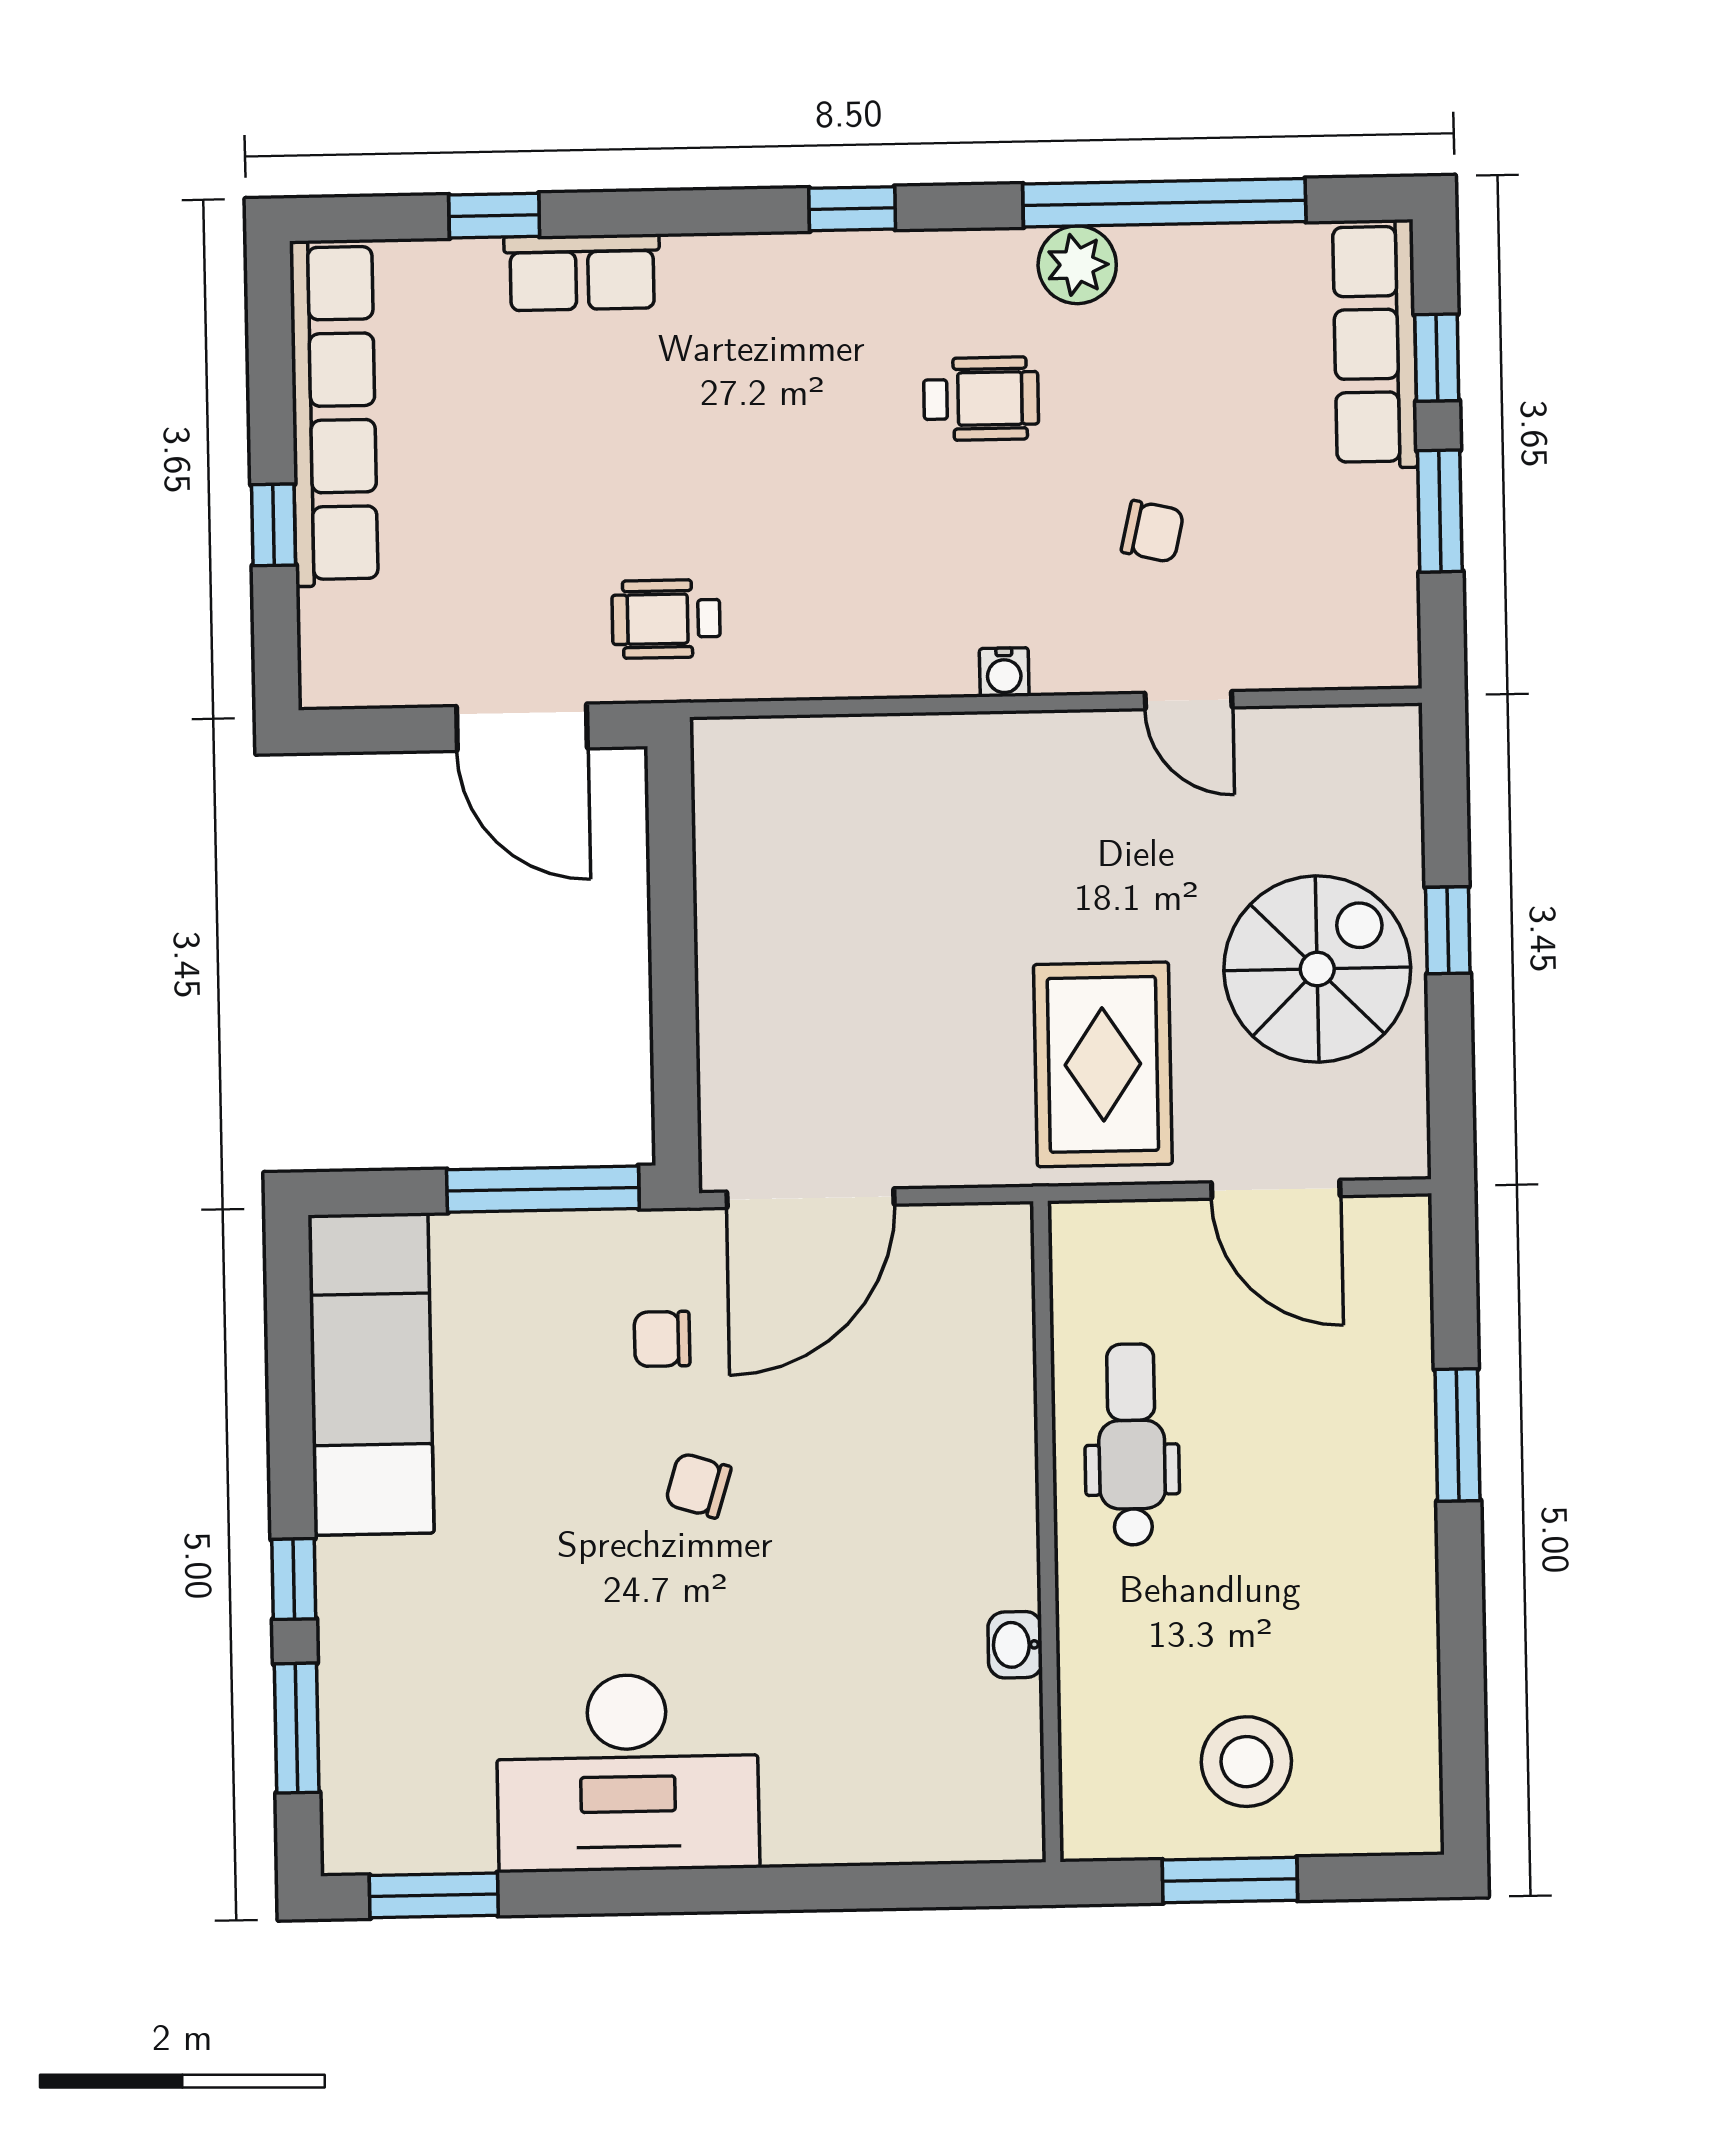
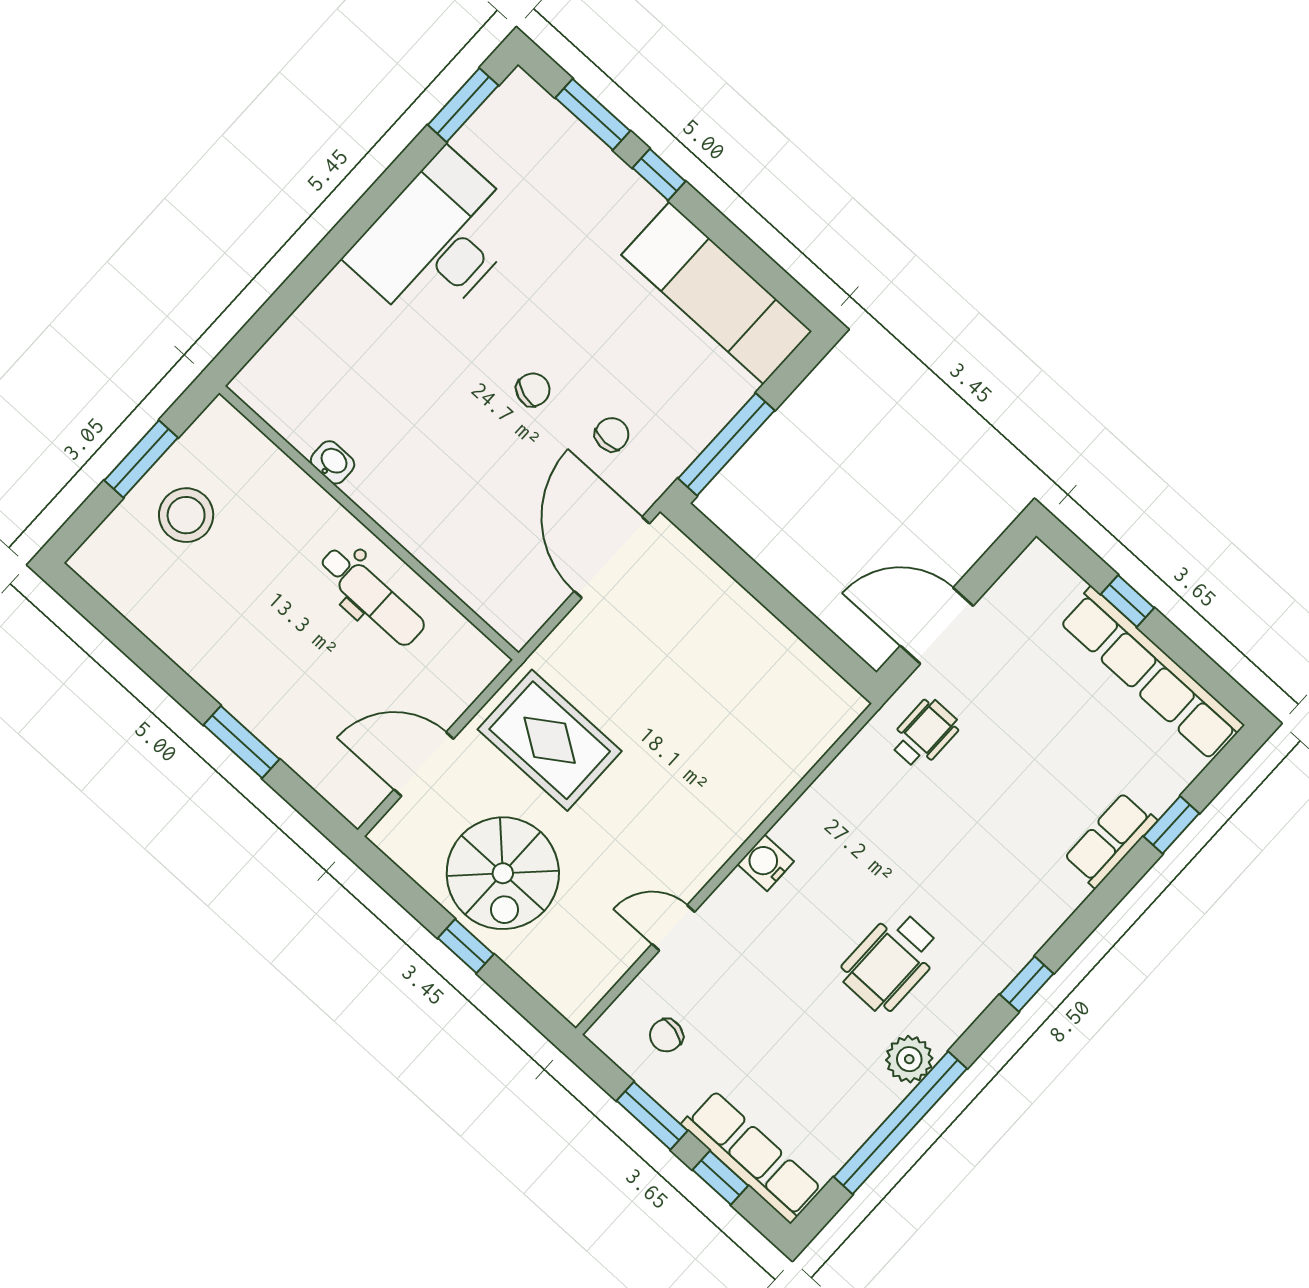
wheelchair: (981, 399) -> (891, 962), width x1.36, depth x1.37
chair: (1153, 531) -> (666, 1035), moved
water cooler: (1004, 672) -> (766, 863), width x1.38, depth x1.38

